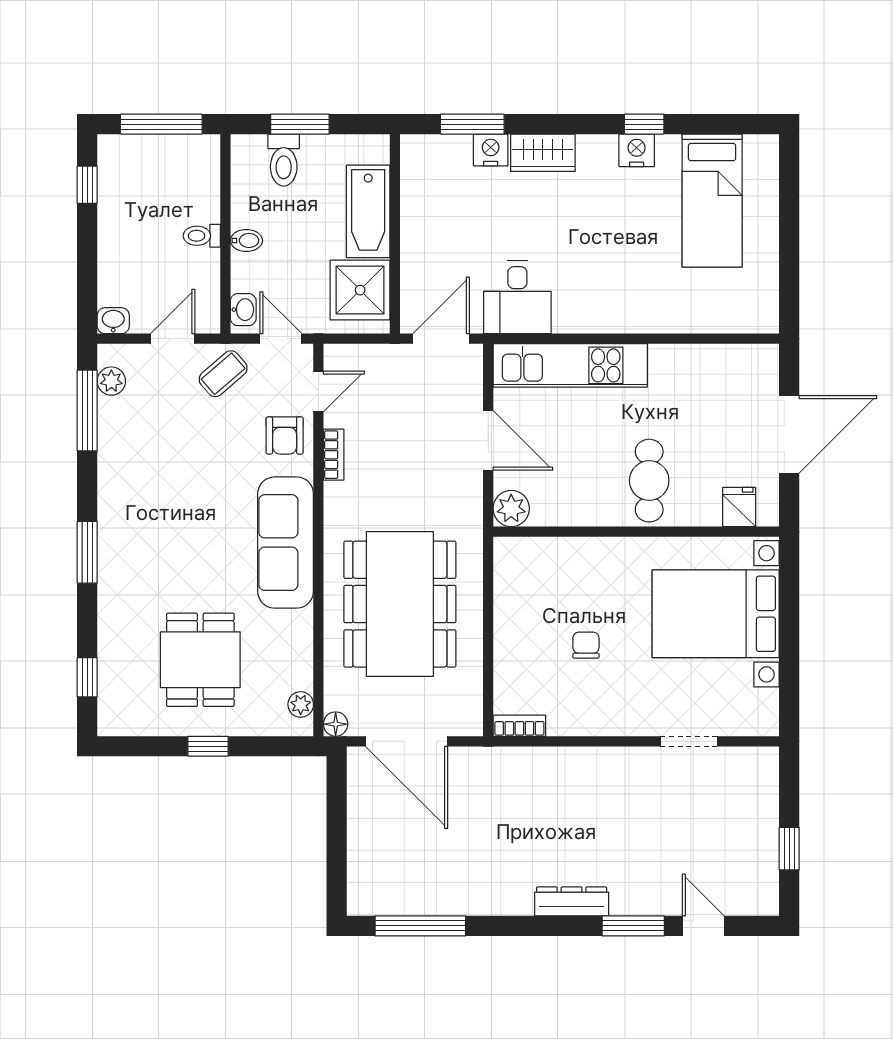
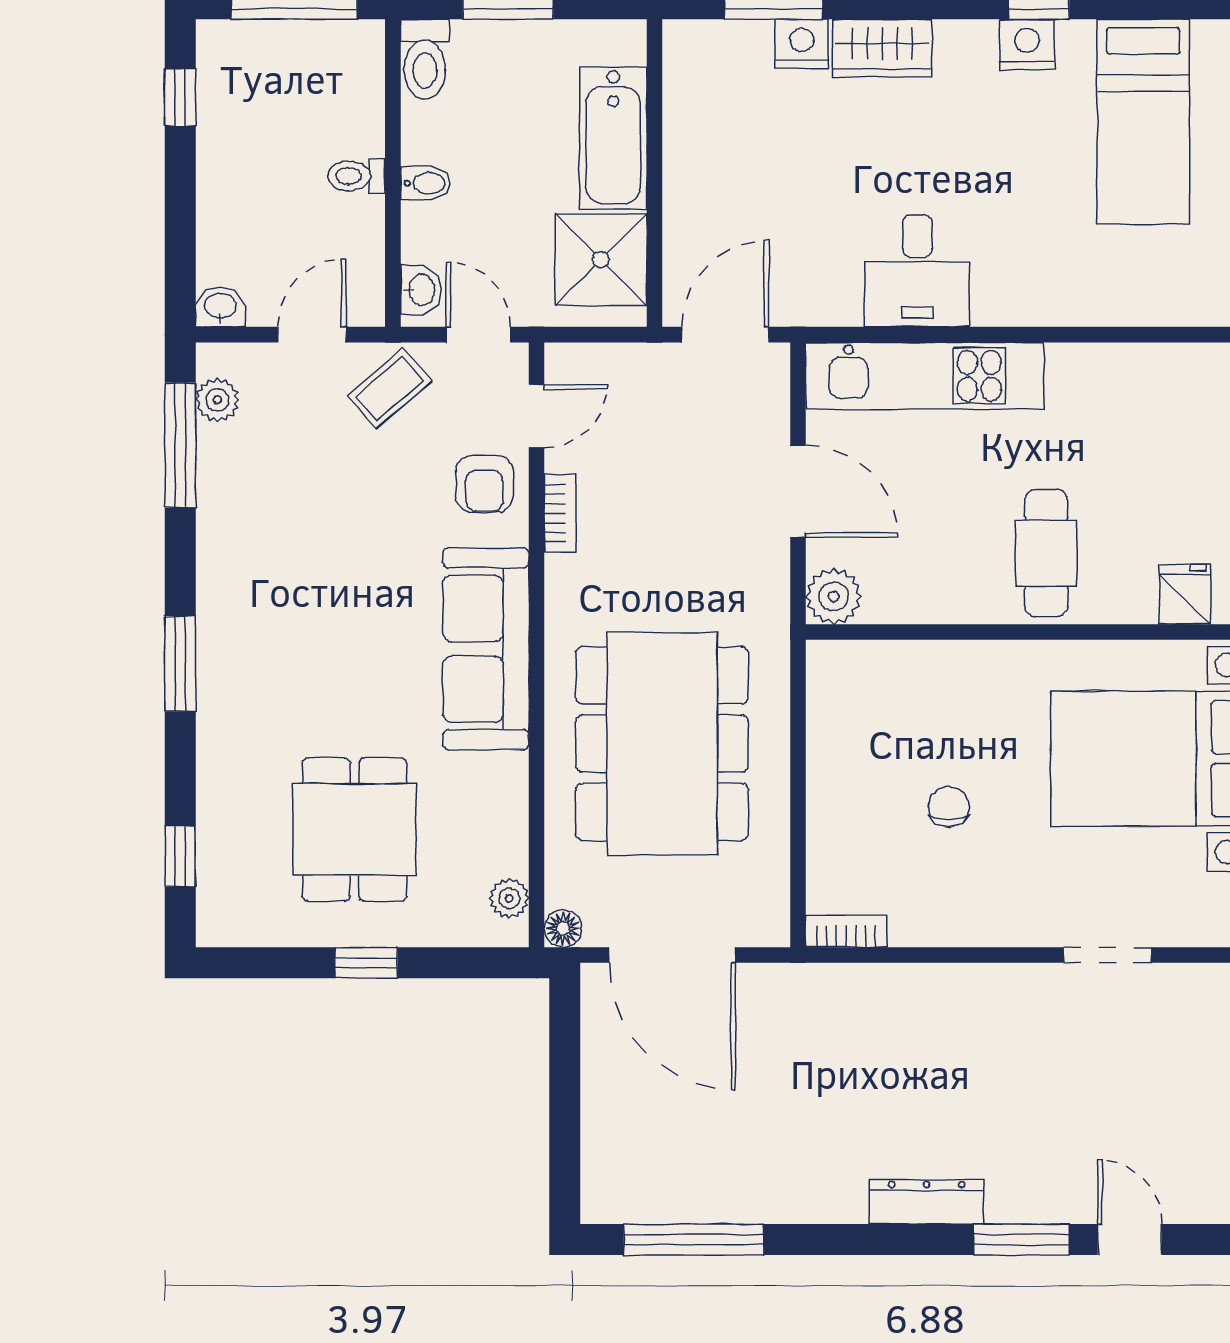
toilet: (284, 160) -> (425, 59), moved
desk: (517, 297) -> (917, 271), moved

